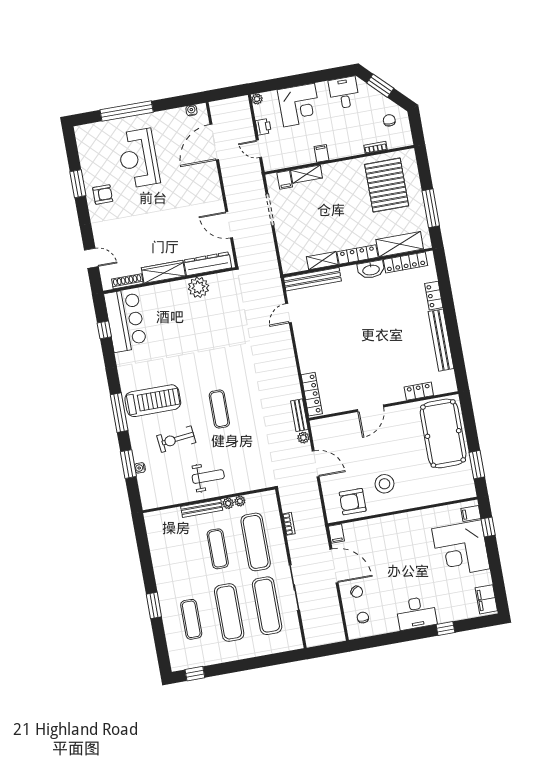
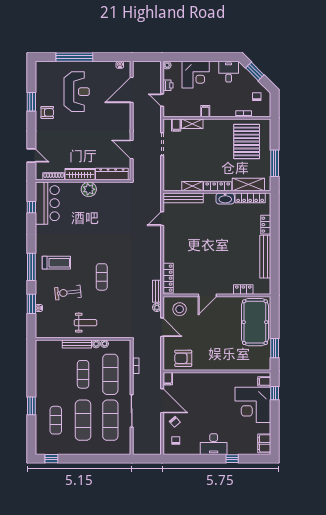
reception desk: (138, 158) -> (77, 92), turned 180
plant: (198, 287) -> (89, 189), moved
treadmill: (153, 401) -> (56, 263), width x0.73, depth x0.73
stool: (385, 484) -> (180, 309), moved

